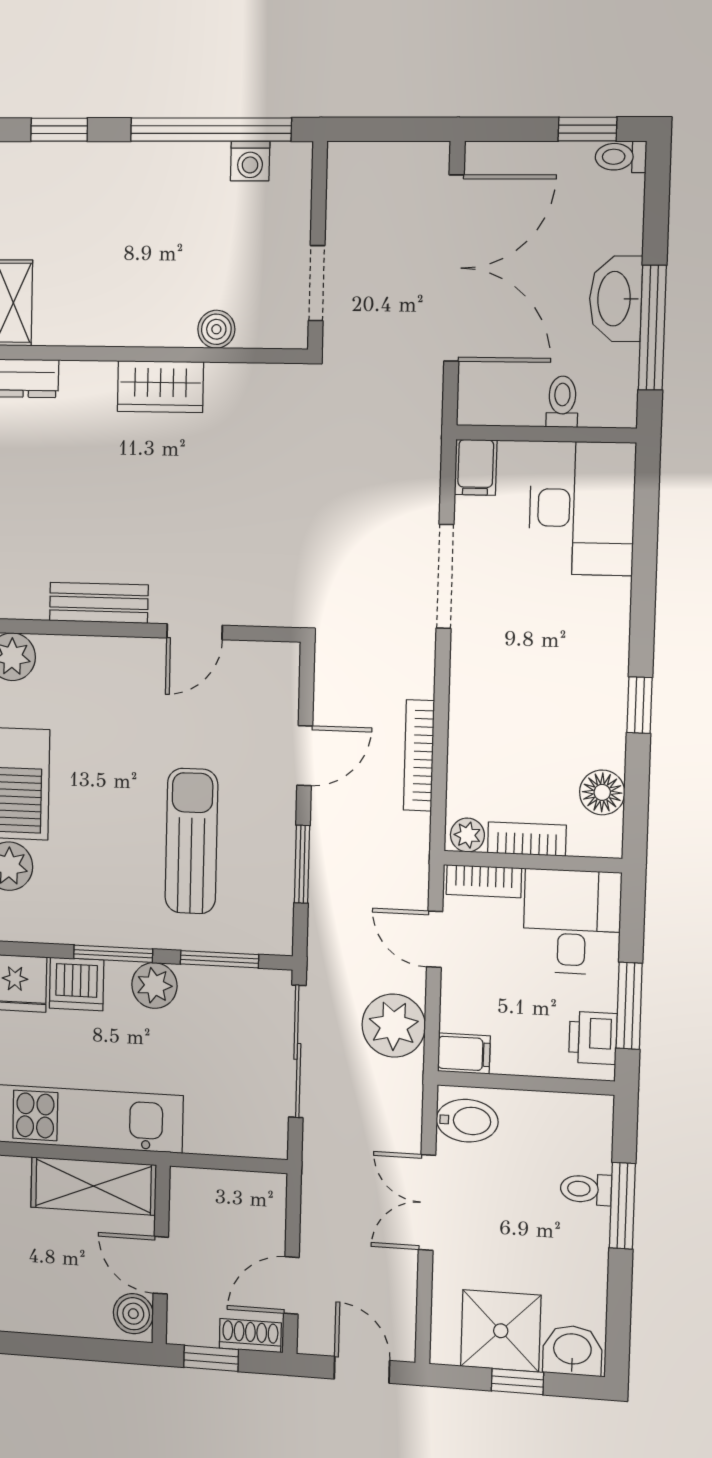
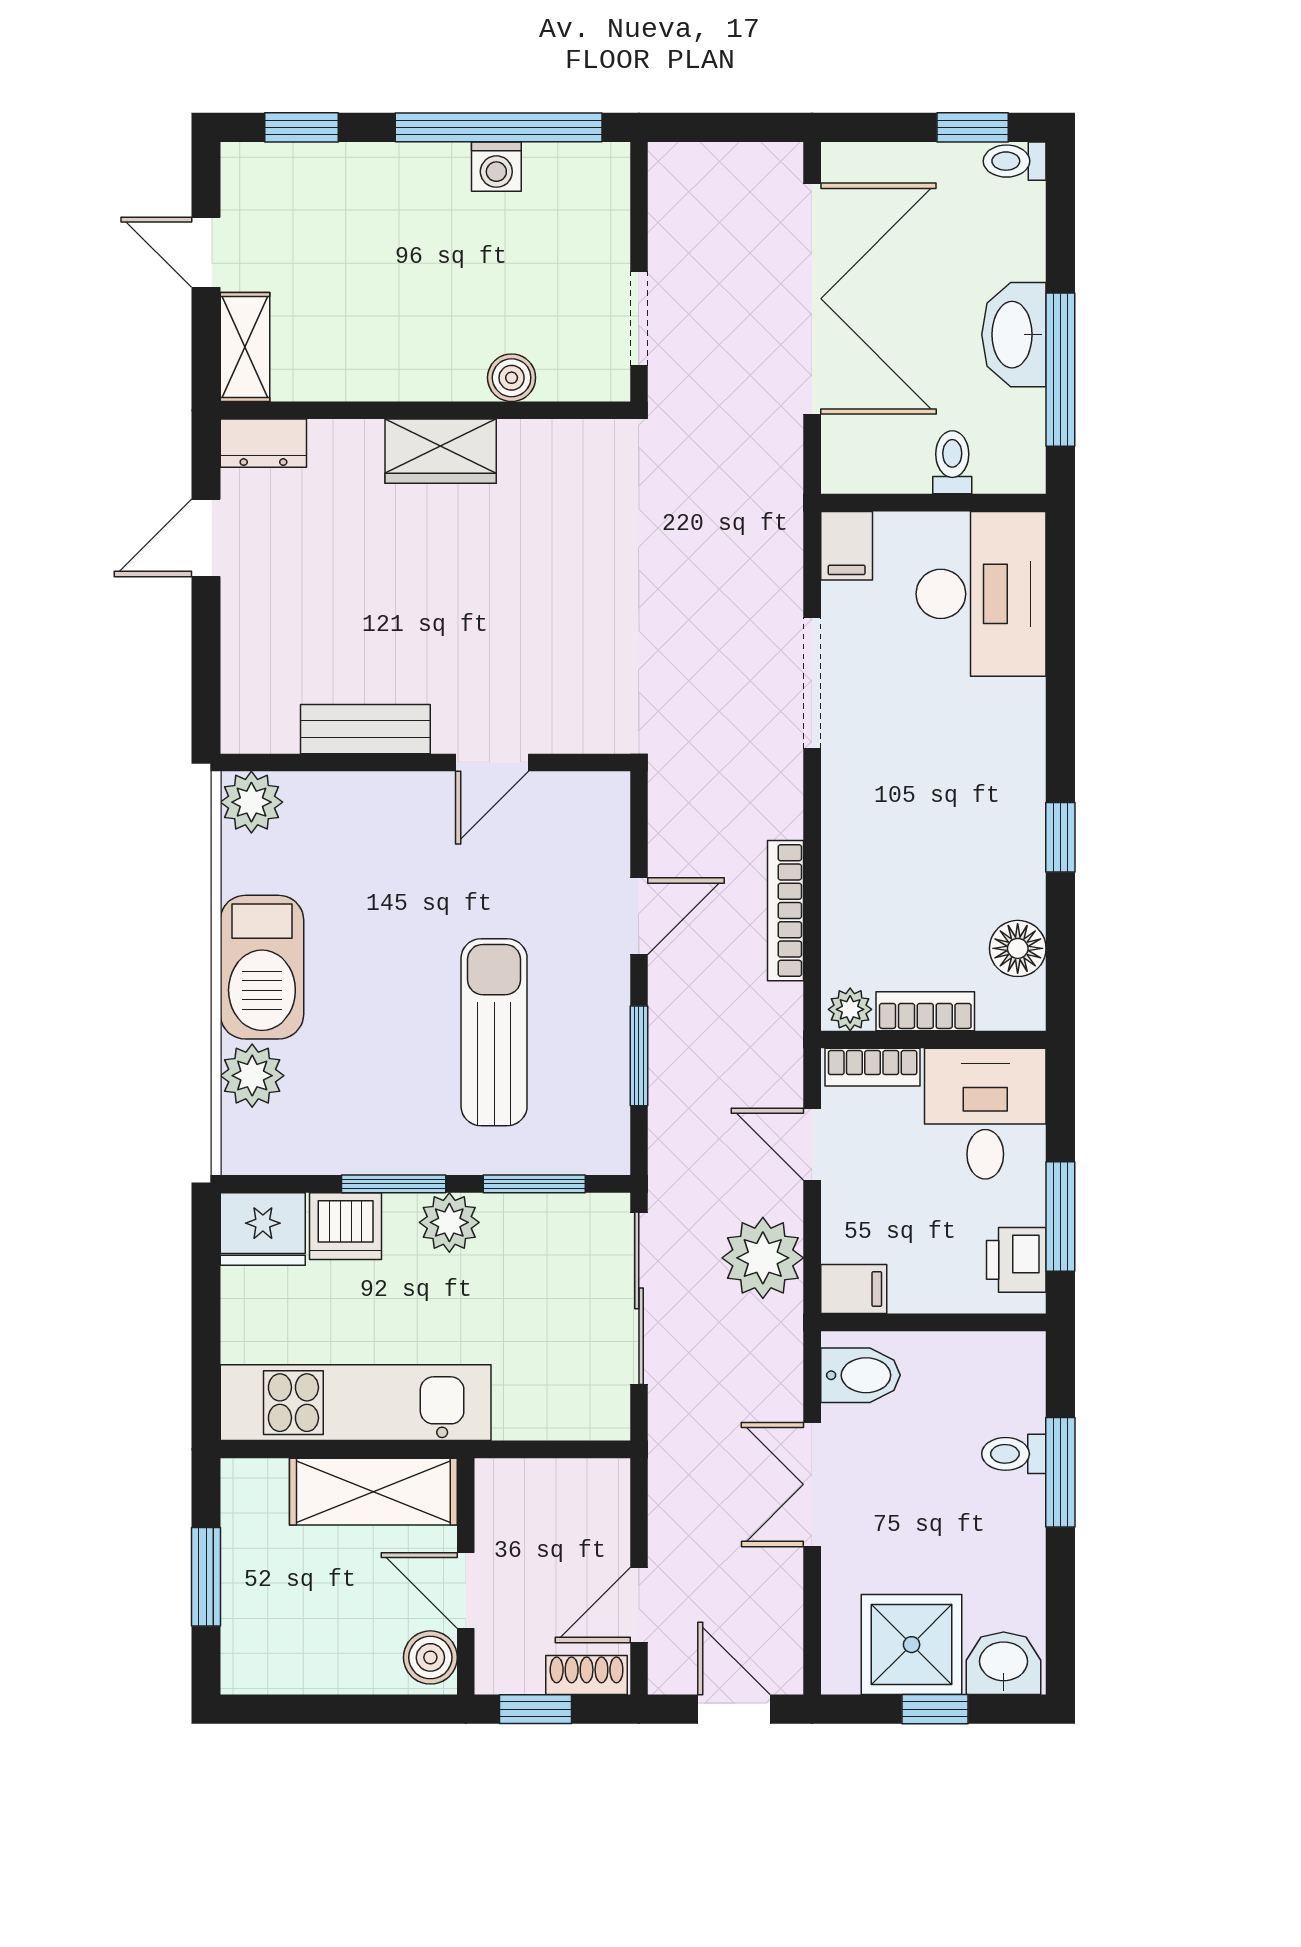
washing machine: (250, 161) -> (496, 167), moved

